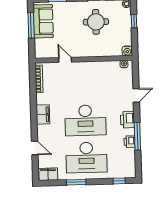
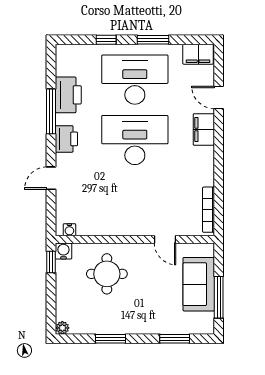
sofa: (43, 21) -> (199, 284), moved
window: (134, 21) -> (51, 262), moved
round table: (96, 22) -> (107, 274), moved
filing cabinet: (43, 114) -> (204, 129), moved
printer: (130, 142) -> (68, 95), width x1.87, depth x1.48
window: (119, 181) -> (106, 40), moved

